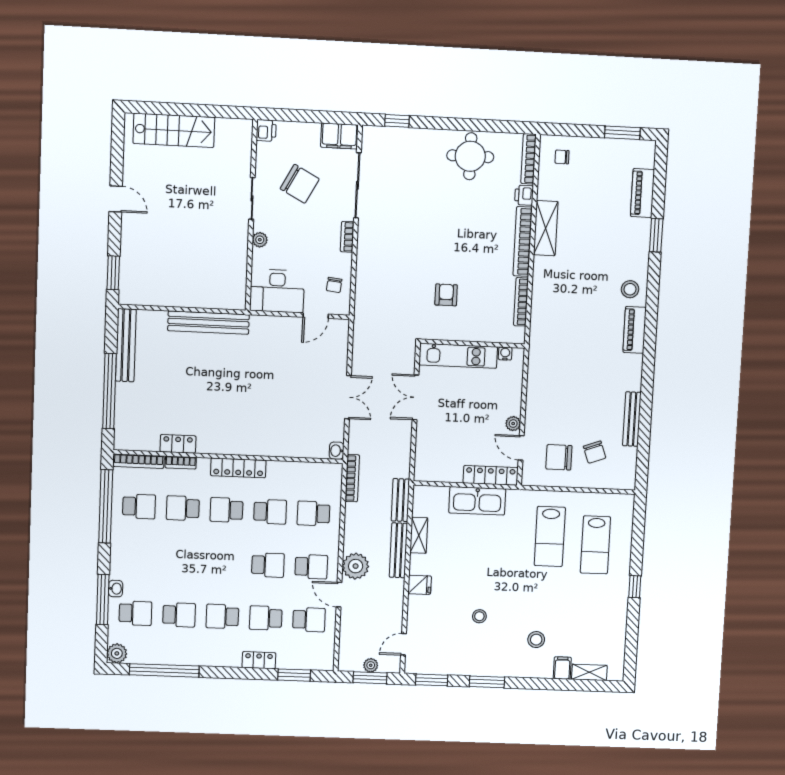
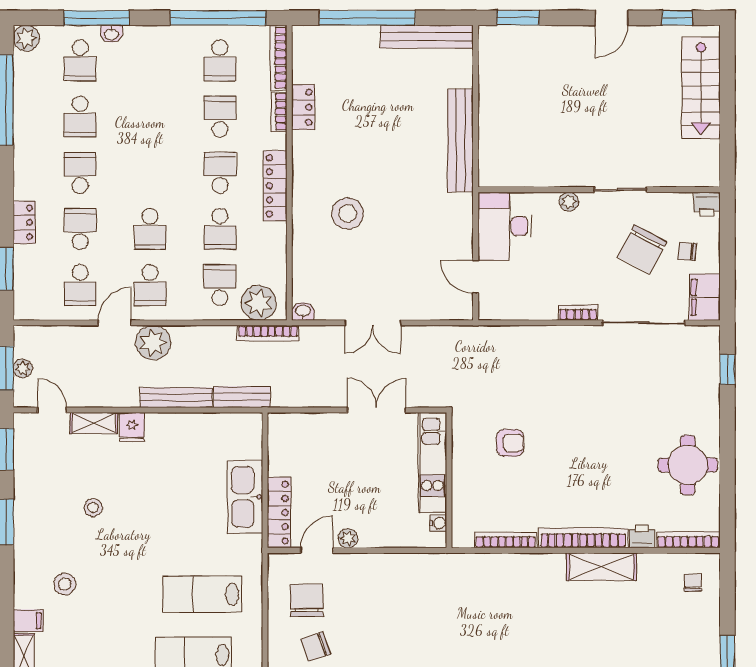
window: (117, 146) -> (677, 18), added
chair: (334, 285) -> (687, 251), moved
stool: (262, 413) -> (348, 214), added
plant: (329, 484) -> (259, 303), added
shelving: (419, 535) -> (94, 423), moved

